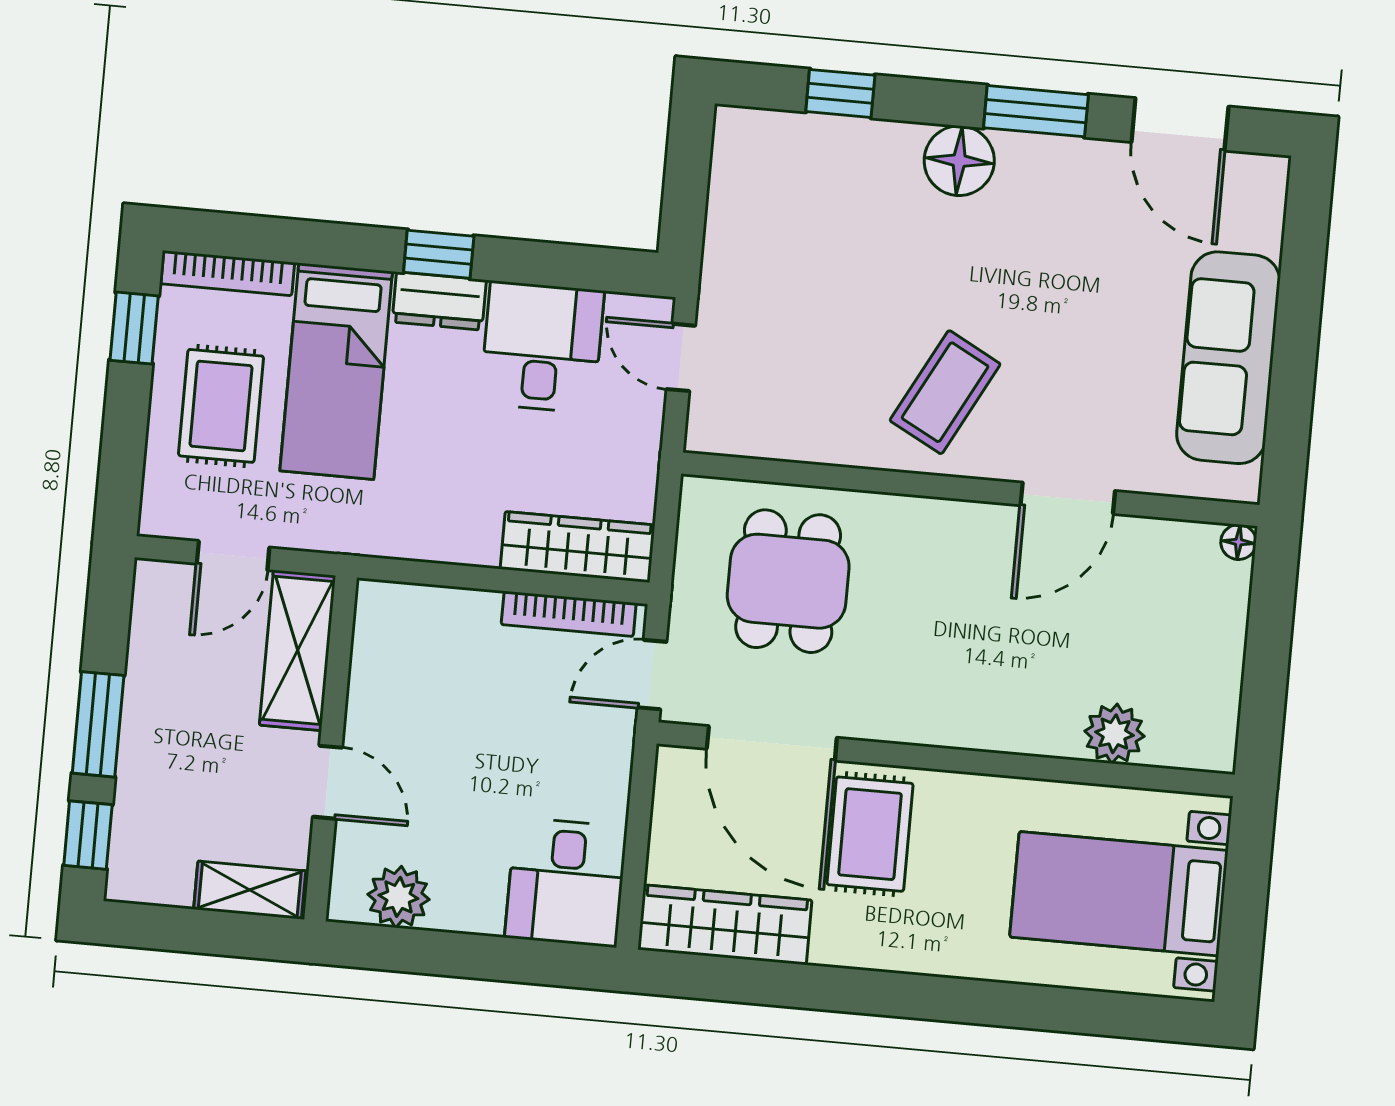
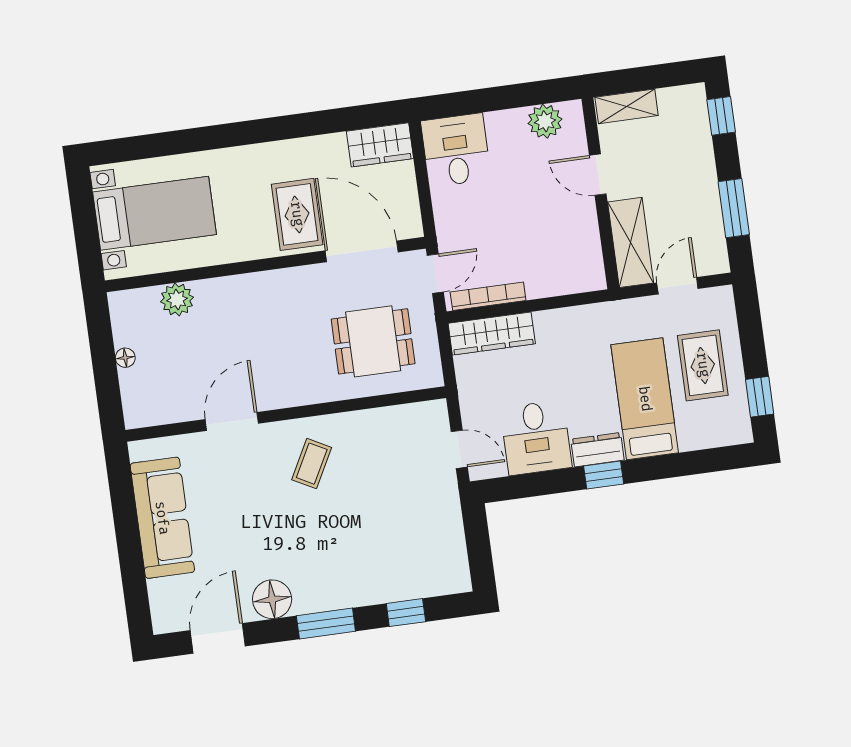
window: (1036, 111) -> (326, 623), moved
door: (1180, 124) -> (218, 638), hinge flipped
floor lamp: (959, 161) -> (272, 599), moved
bookcase: (228, 273) -> (716, 438), removed
coffee table: (945, 392) -> (312, 464), width x0.73, depth x0.77
floor lamp: (1239, 542) -> (125, 358), moved
dining table: (788, 581) -> (373, 341), turned 90
window: (98, 724) -> (734, 208), moved
wardrobe: (725, 925) -> (380, 145), width x0.67

